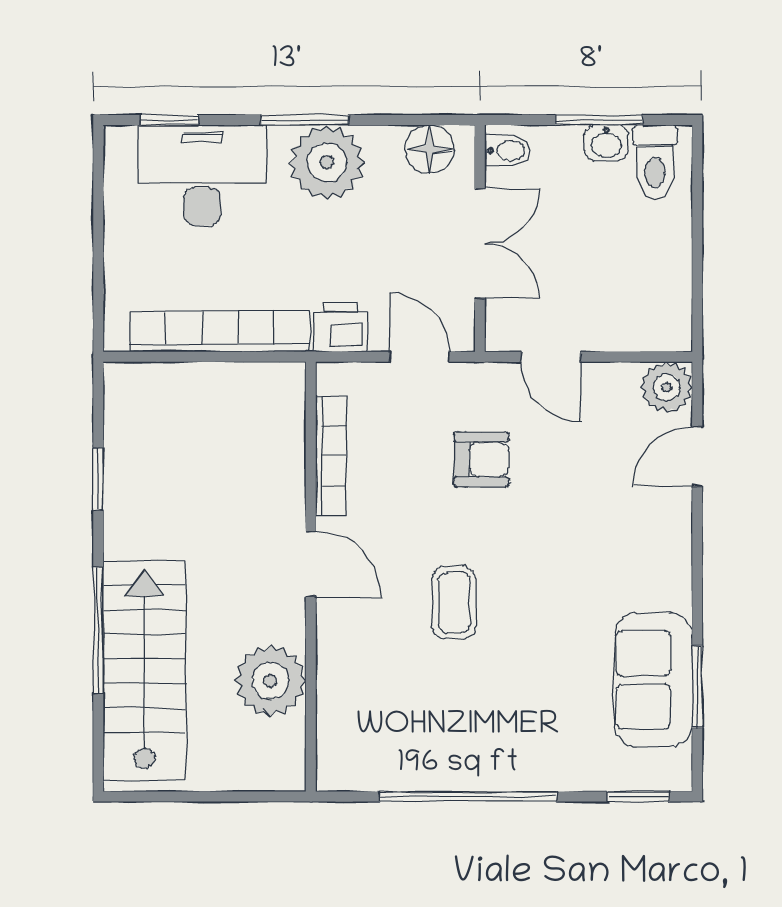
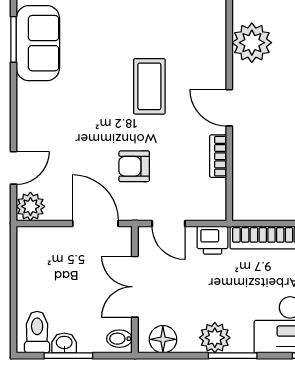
plant: (327, 162) -> (215, 338), width x0.73, depth x0.73
door: (551, 357) -> (95, 223), width x1.38
bookcase: (331, 456) -> (218, 156), width x0.64
coffee table: (454, 602) -> (149, 86), width x1.36, depth x1.30

